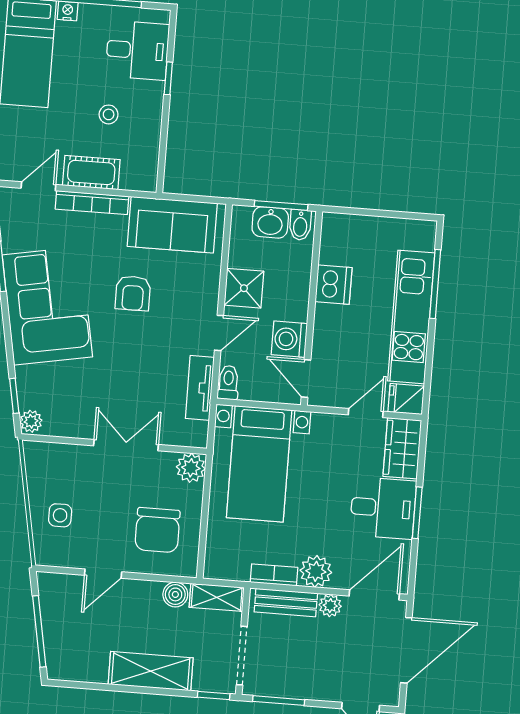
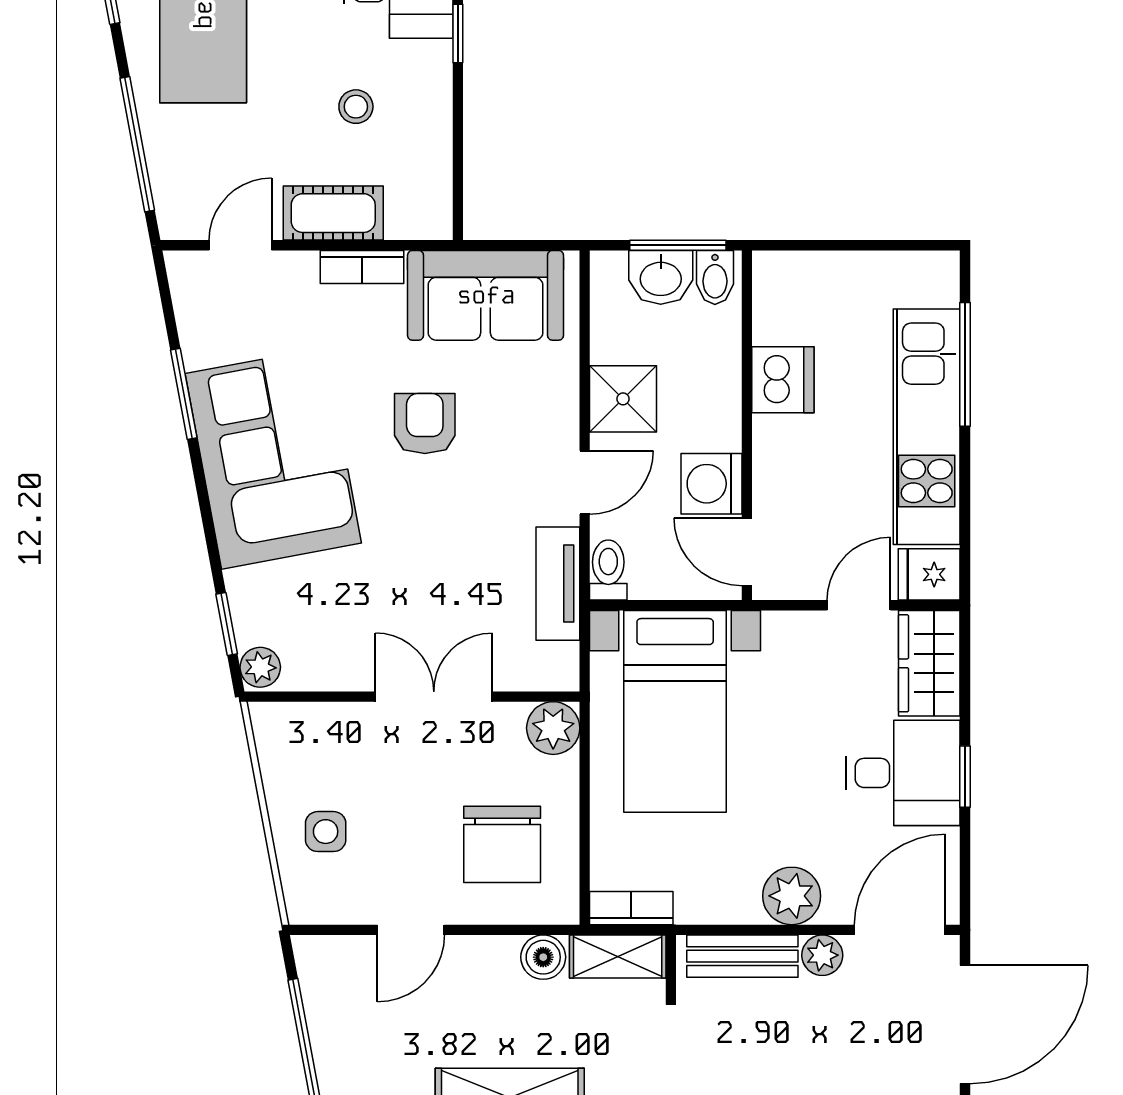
bookcase: (92, 203) -> (362, 267), width x0.64
armchair: (133, 293) -> (425, 423), turned 180
window: (417, 513) -> (965, 777), width x0.67
bookcase: (274, 575) -> (631, 908), moved

